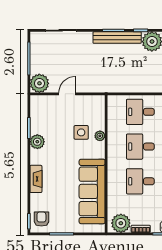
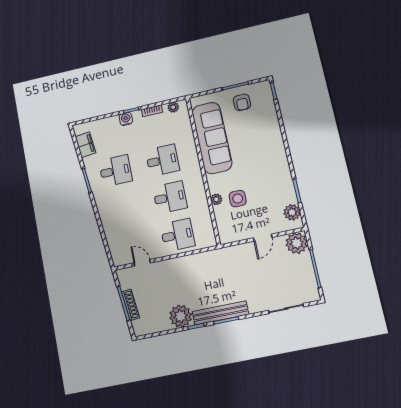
plant: (37, 142) -> (292, 212), moved
fireplace: (36, 179) -> (276, 137), removed
armchair: (41, 219) -> (242, 102), moved
plant: (121, 223) -> (173, 107), width x0.53, depth x0.53

